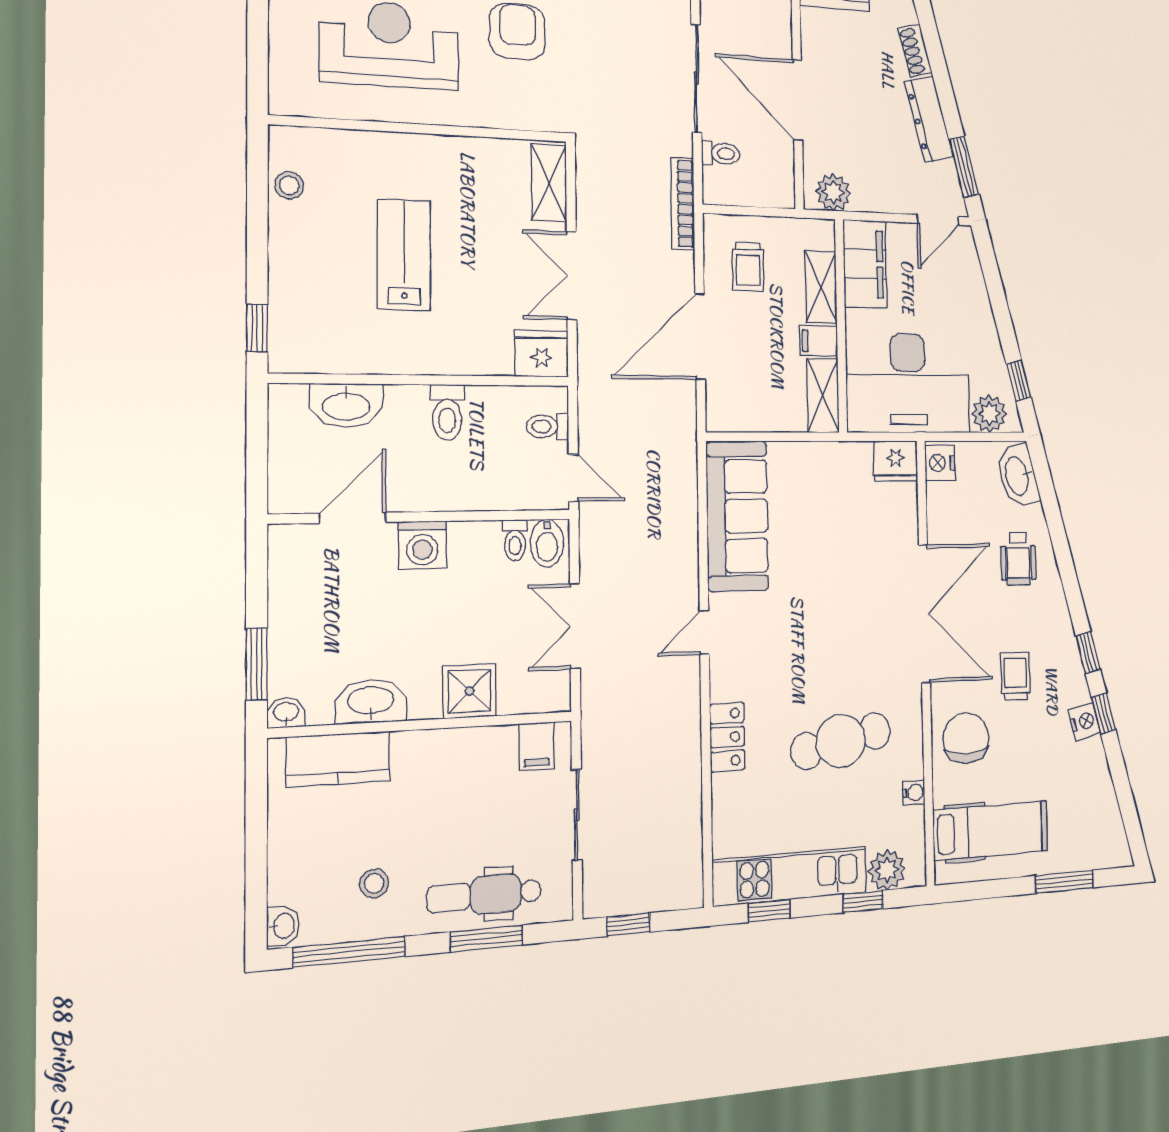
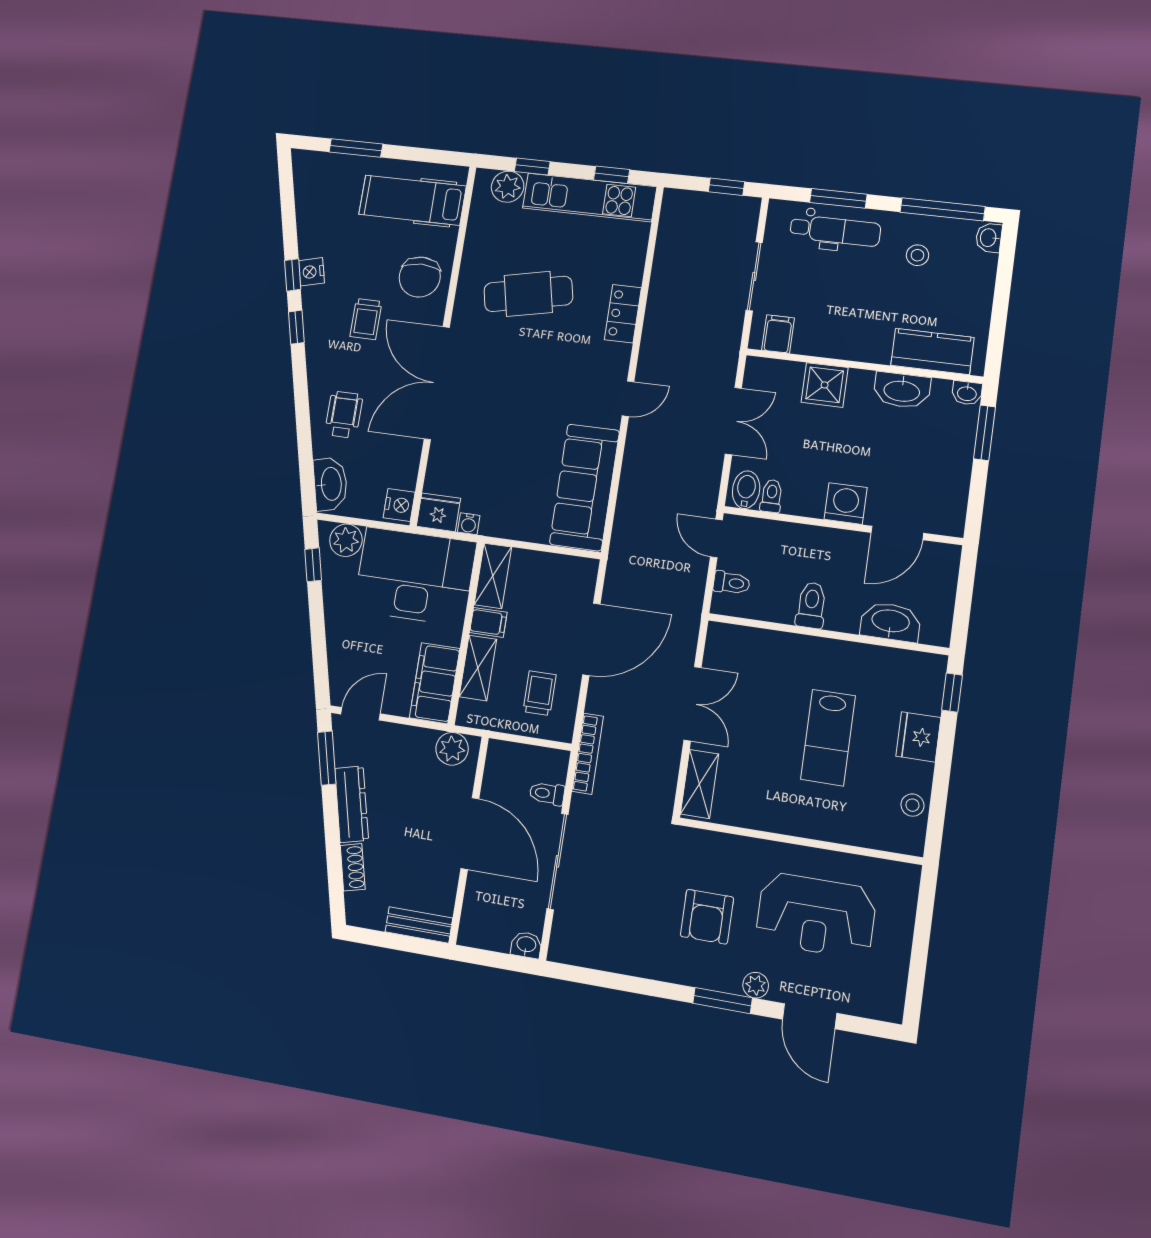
fridge: (542, 354) -> (918, 737), moved, turned 90
water cooler: (914, 792) -> (469, 524), moved, turned -90

